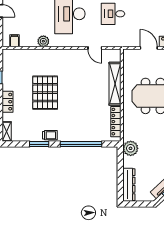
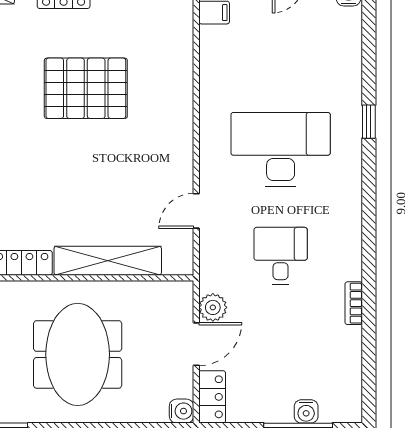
plant: (43, 41) -> (213, 307), moved

